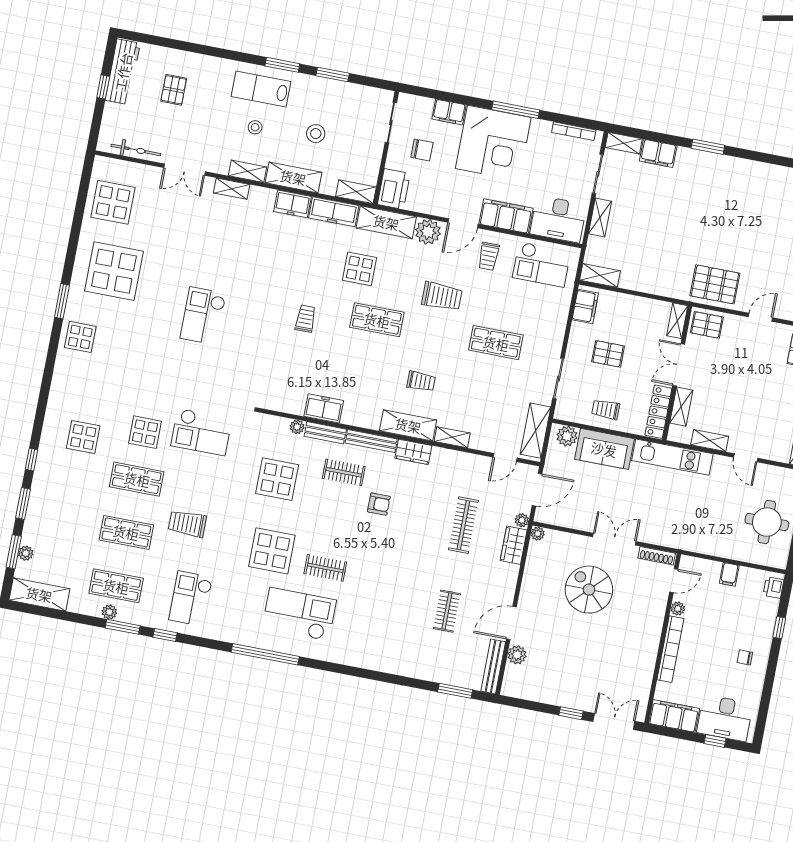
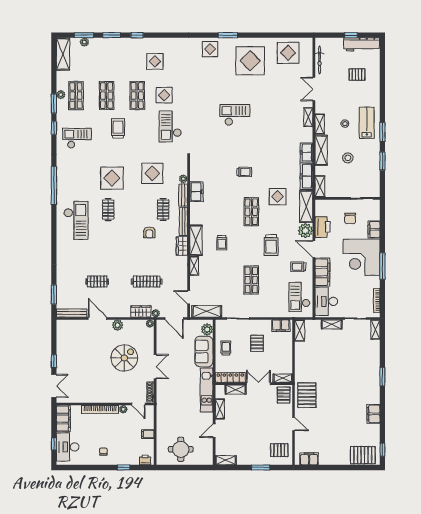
filing cabinet: (658, 153) -> (373, 414), moved
printer: (394, 189) -> (323, 227), moved, turned -90
checkout: (299, 614) -> (76, 220), moved
plant: (517, 655) -> (118, 325), moved

